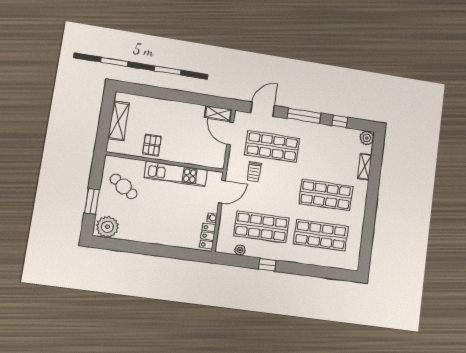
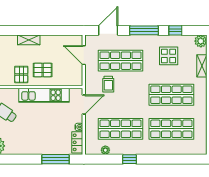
shelving: (218, 113) -> (29, 40), moved
pallet: (178, 143) -> (43, 70), added
display table: (328, 149) -> (169, 56), added
window: (178, 253) -> (56, 159), added

